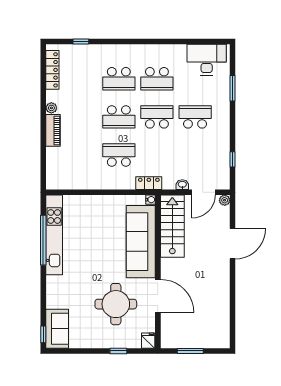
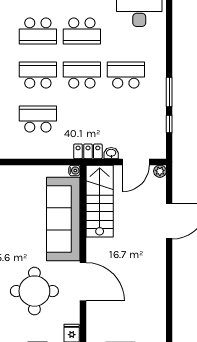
window: (233, 88) -> (169, 92), moved
school desk: (119, 117) -> (38, 75), turned 180
locker: (149, 183) -> (88, 151), moved

